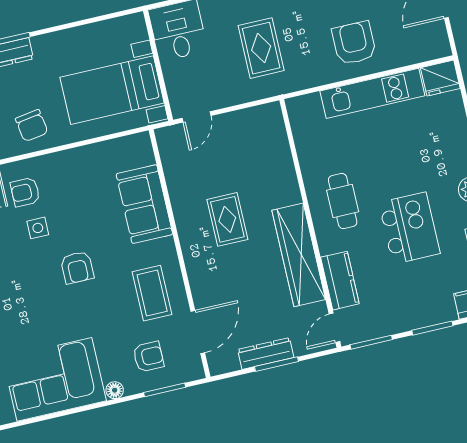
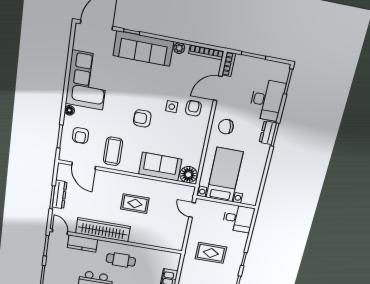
floor lamp: (138, 151) -> (188, 175), added
coffee table: (152, 293) -> (113, 151), turned 90

